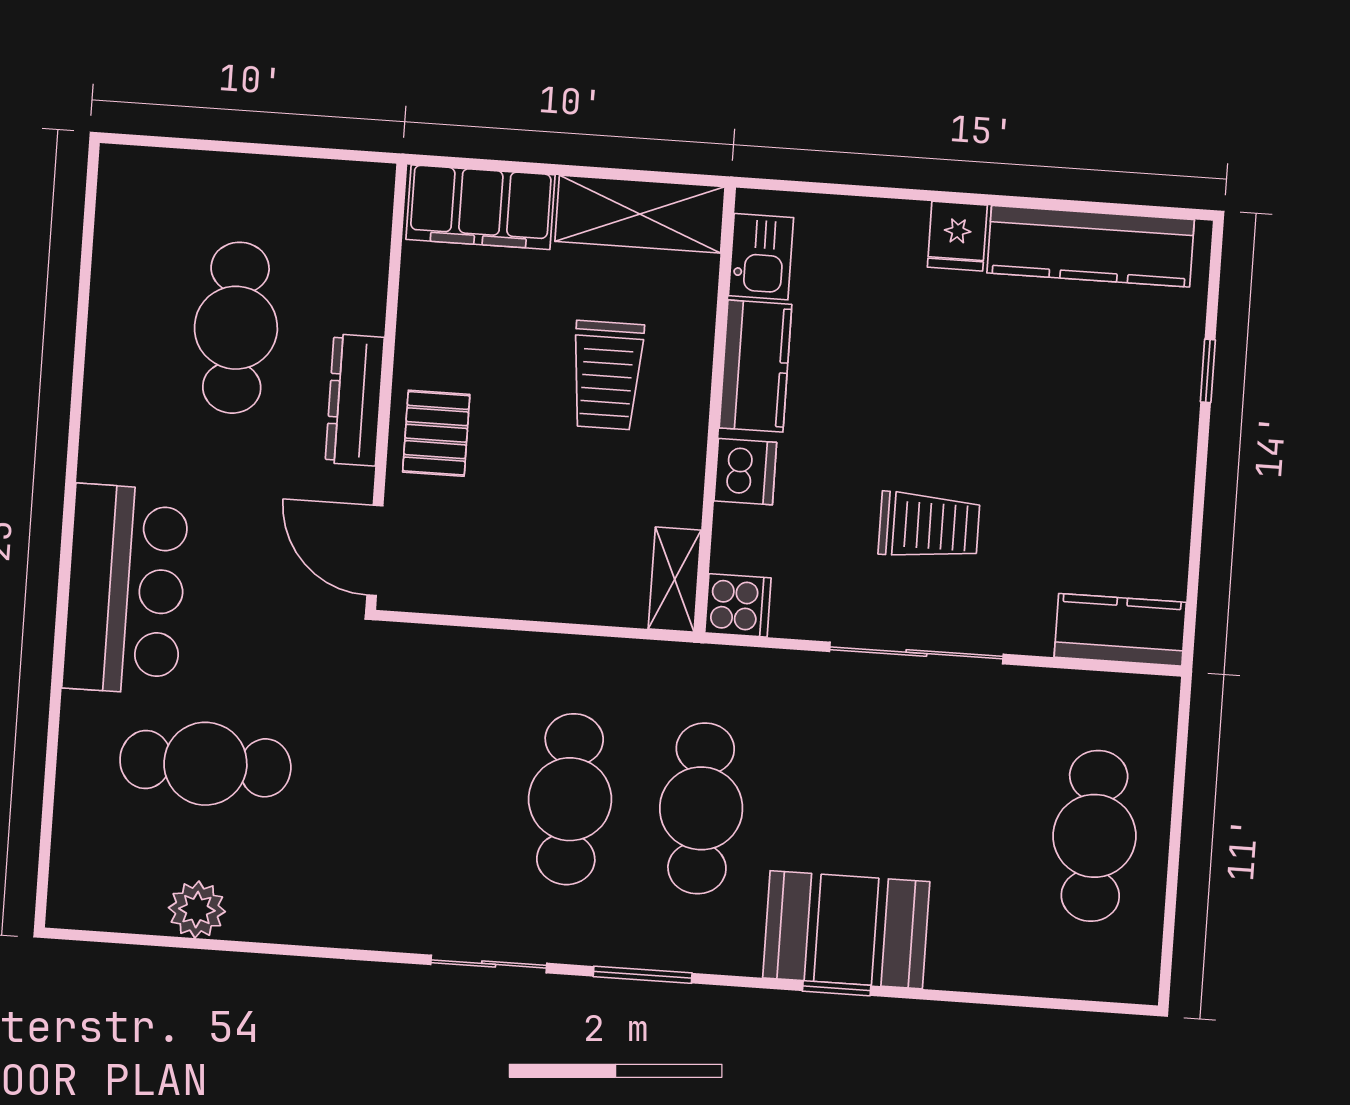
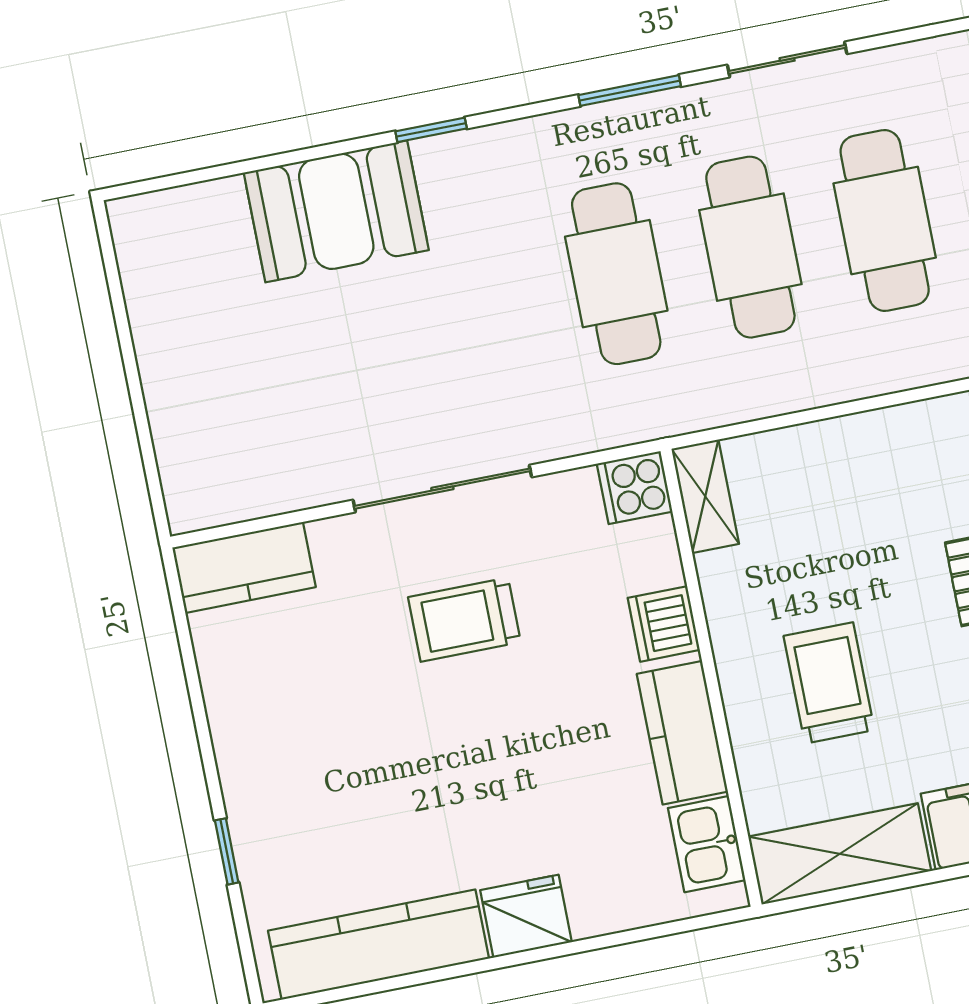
fridge: (957, 236) -> (526, 916), width x1.38
cafe table: (1094, 836) -> (885, 221), moved
booth: (846, 930) -> (336, 211), moved

